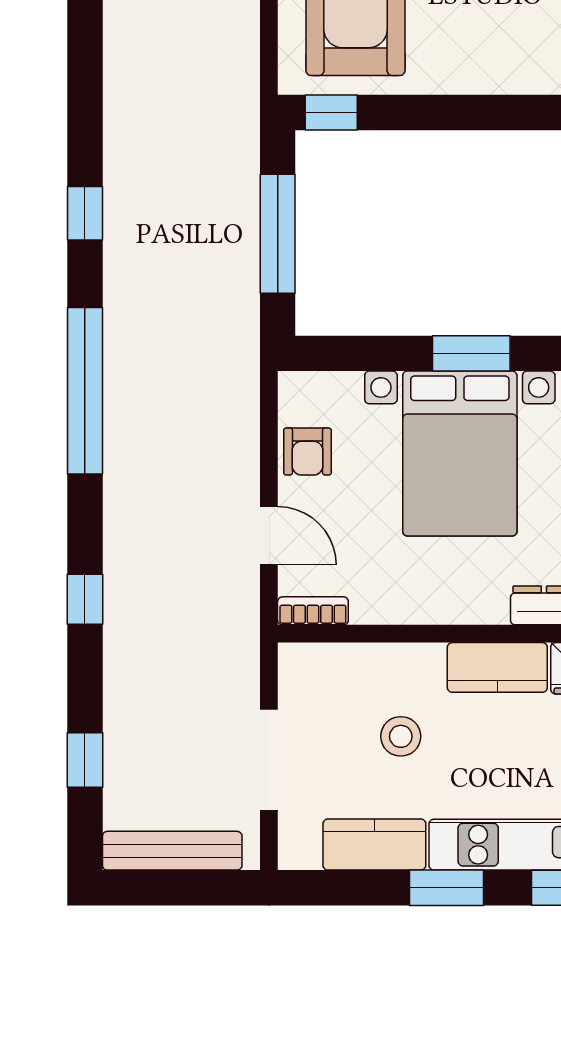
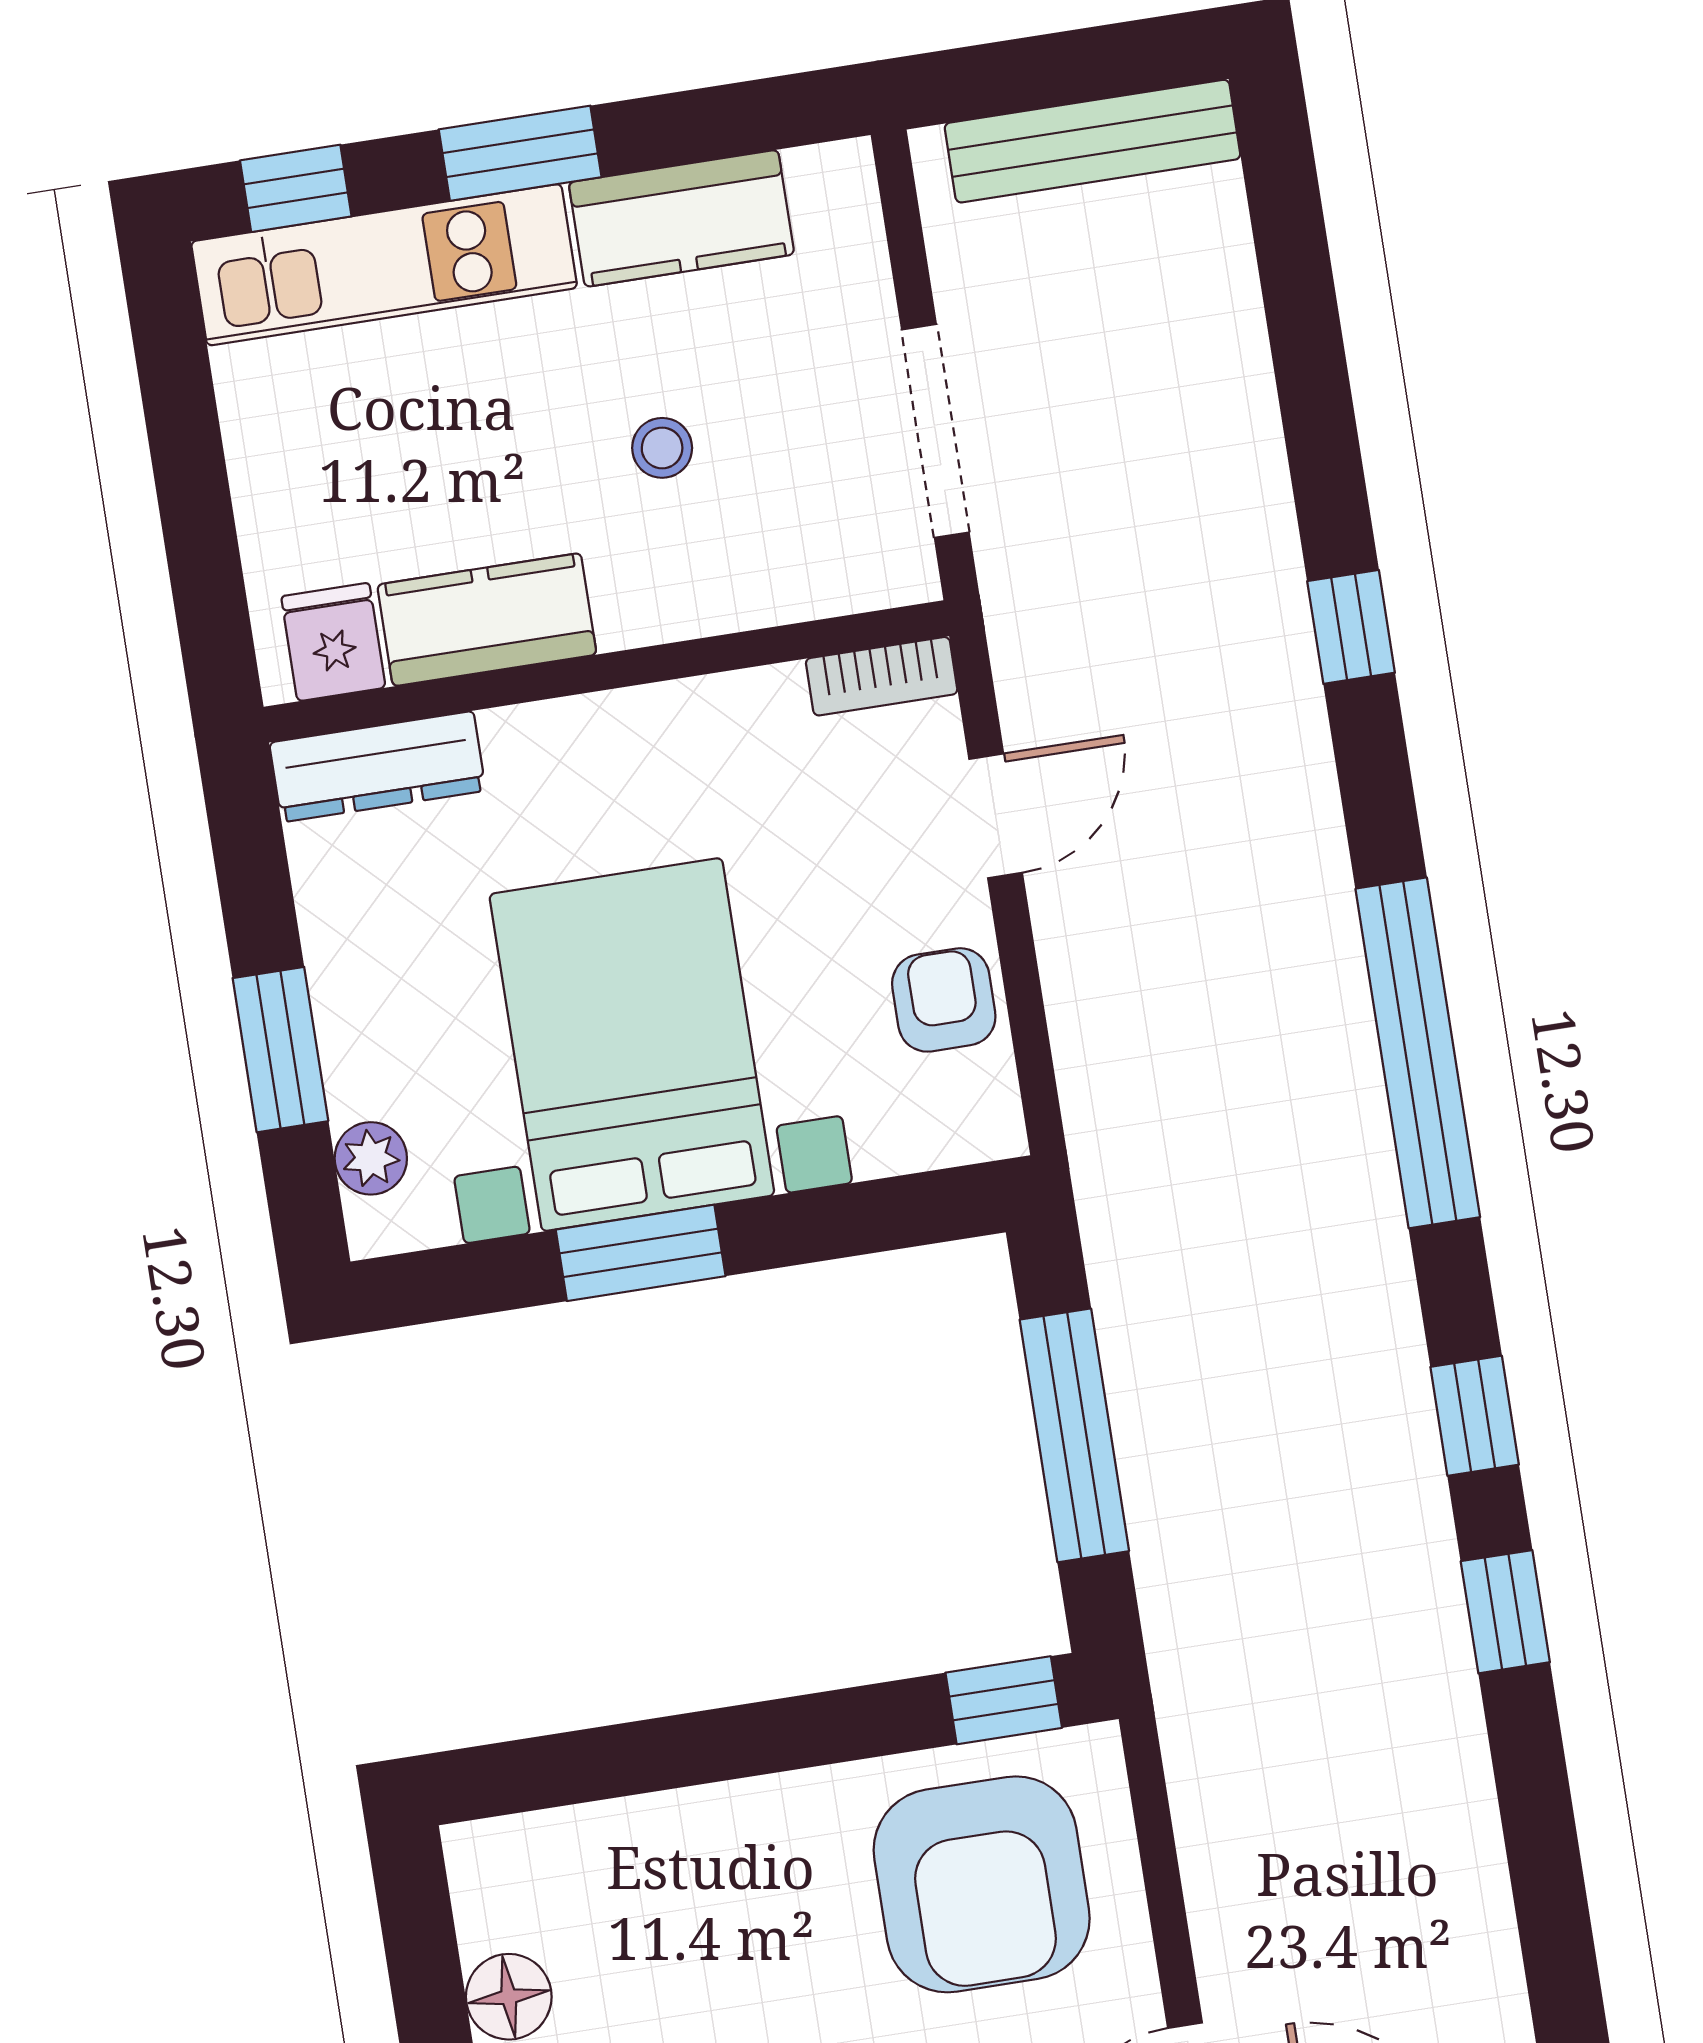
door: (269, 536) -> (996, 816), swing flipped
stool: (401, 736) -> (662, 448), width x0.73, depth x0.73
window: (85, 760) -> (1505, 1612), moved
doorway: (269, 760) -> (935, 431), moved

